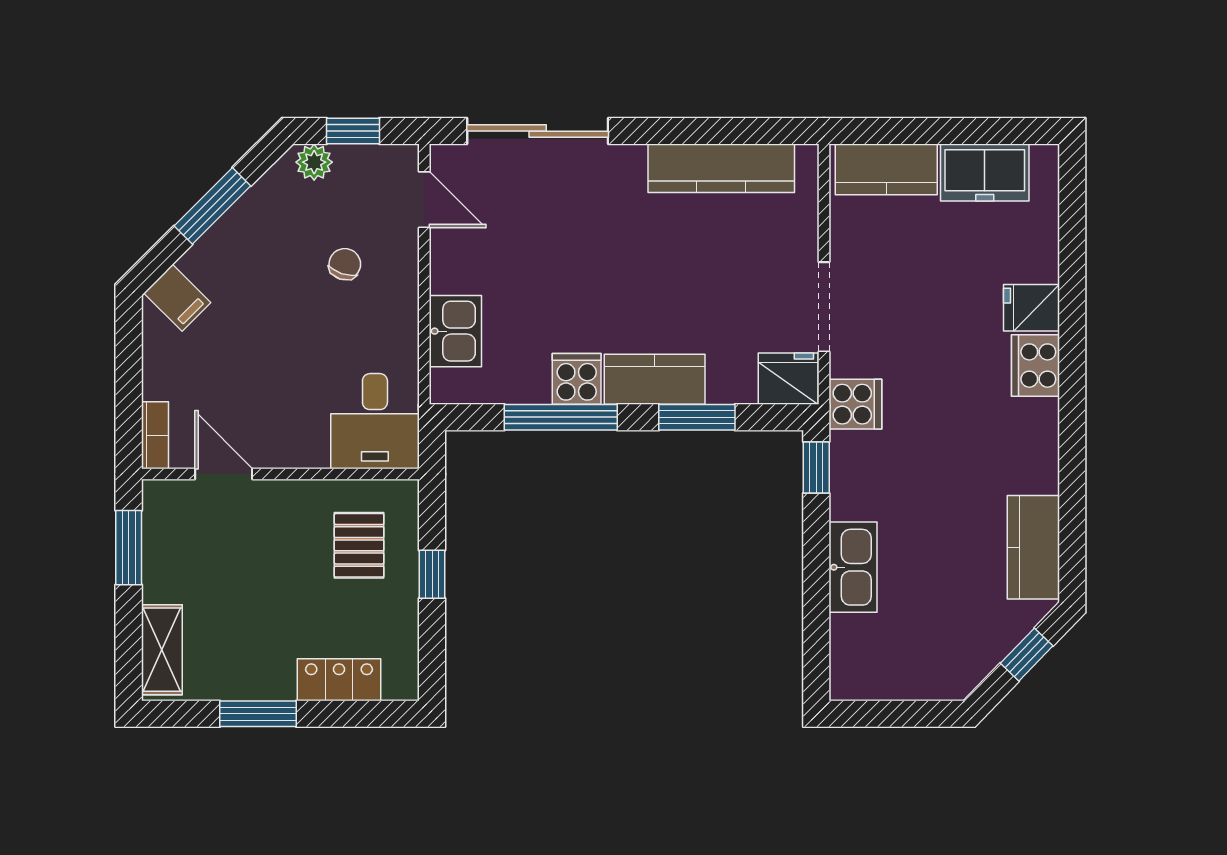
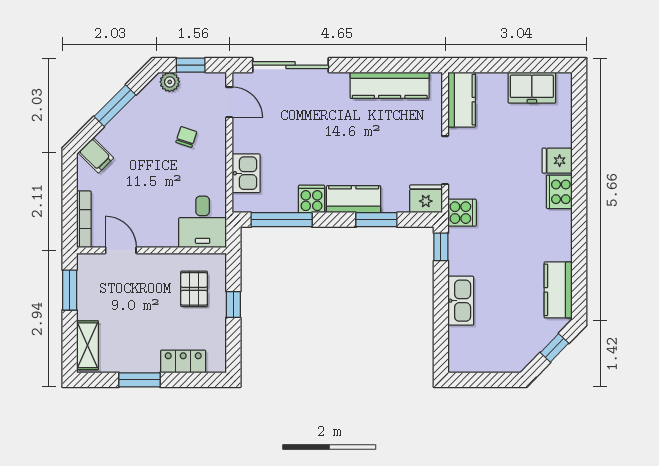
kitchen counter: (886, 169) -> (462, 100), moved, turned -90
window: (561, 417) -> (282, 220), moved
bookcase: (155, 435) -> (84, 219), width x1.56

